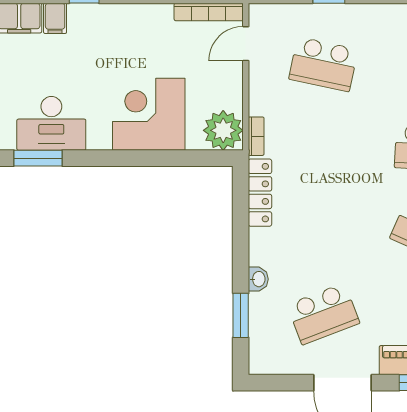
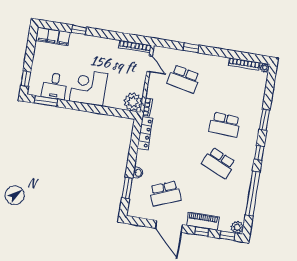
door: (246, 44) -> (150, 64), swing flipped
corner desk: (149, 114) -> (88, 87), moved
desk: (51, 123) -> (55, 86), width x0.73

